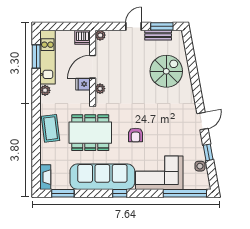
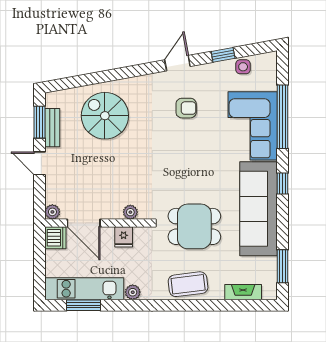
door: (93, 67) -> (84, 223), moved
door: (202, 121) -> (177, 63), hinge flipped
dining table: (90, 133) -> (194, 226), width x0.73
armchair: (136, 135) -> (186, 108), moved
fireplace: (45, 177) -> (243, 292), moved
window: (185, 193) -> (283, 117), moved

